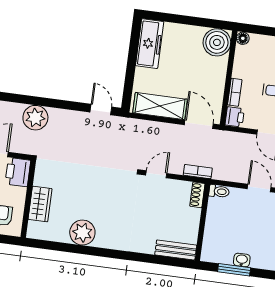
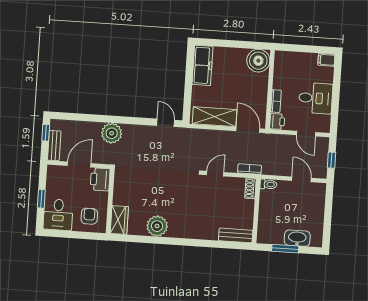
floor lamp: (243, 38) -> (280, 56), removed
wardrobe: (40, 204) -> (119, 220), moved
washbasin: (242, 260) -> (297, 238), width x1.91, depth x1.45

